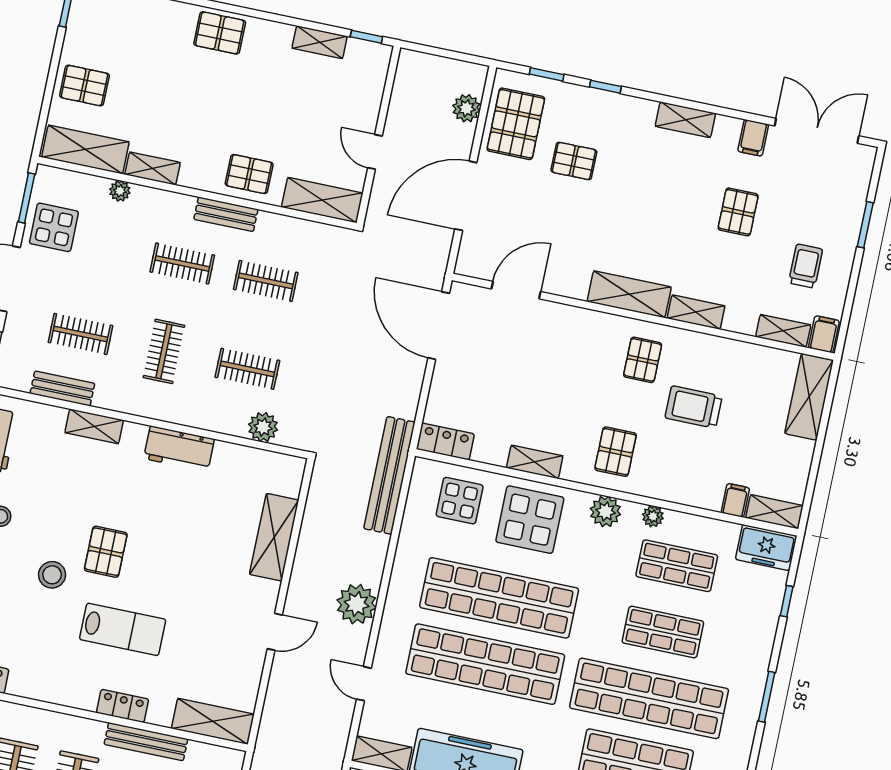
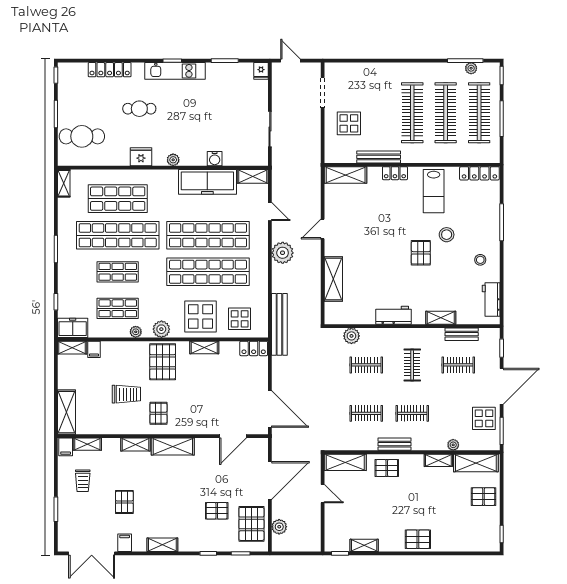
pallet: (616, 452) -> (163, 362), width x1.50, depth x1.42
lab bench: (123, 629) -> (434, 191), moved, turned -90

